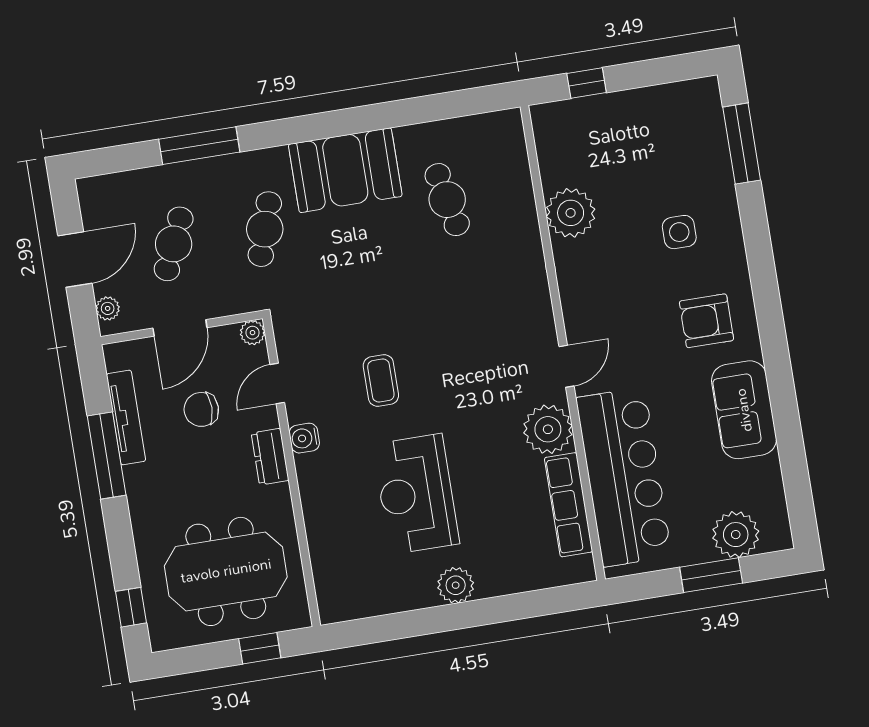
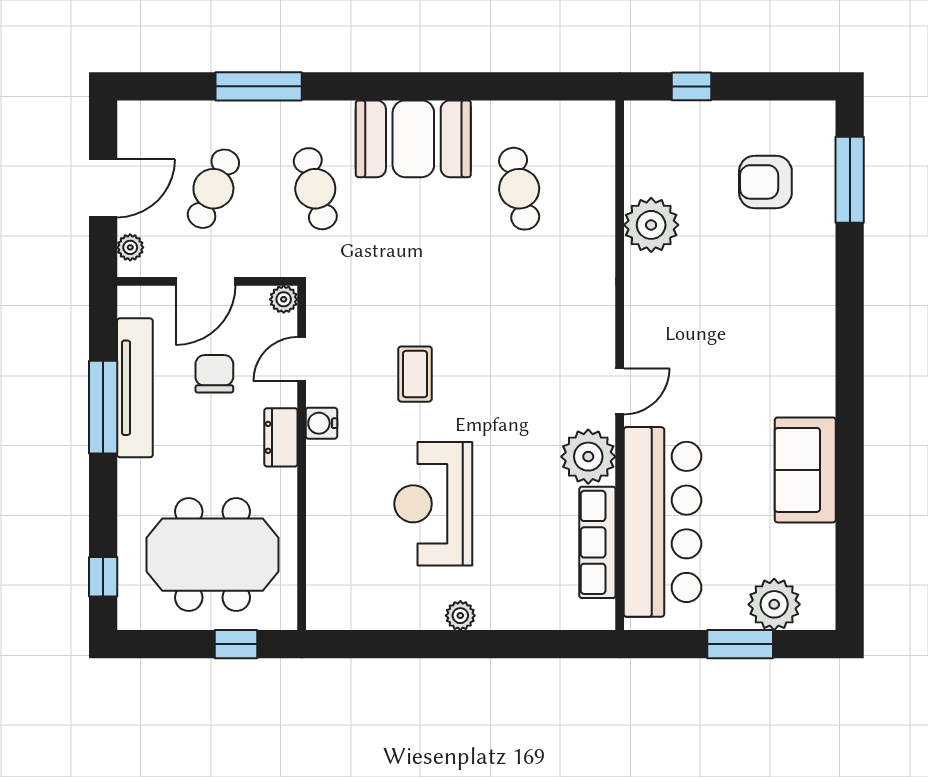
cafe table: (265, 229) -> (315, 189), turned -33
side table: (679, 232) -> (766, 265), removed
armchair: (706, 321) -> (765, 182), moved
chair: (201, 409) -> (214, 374), turned 90
tv unit: (126, 417) -> (135, 388), width x1.36, depth x1.29
plant: (456, 585) -> (460, 616), width x0.73, depth x0.73

